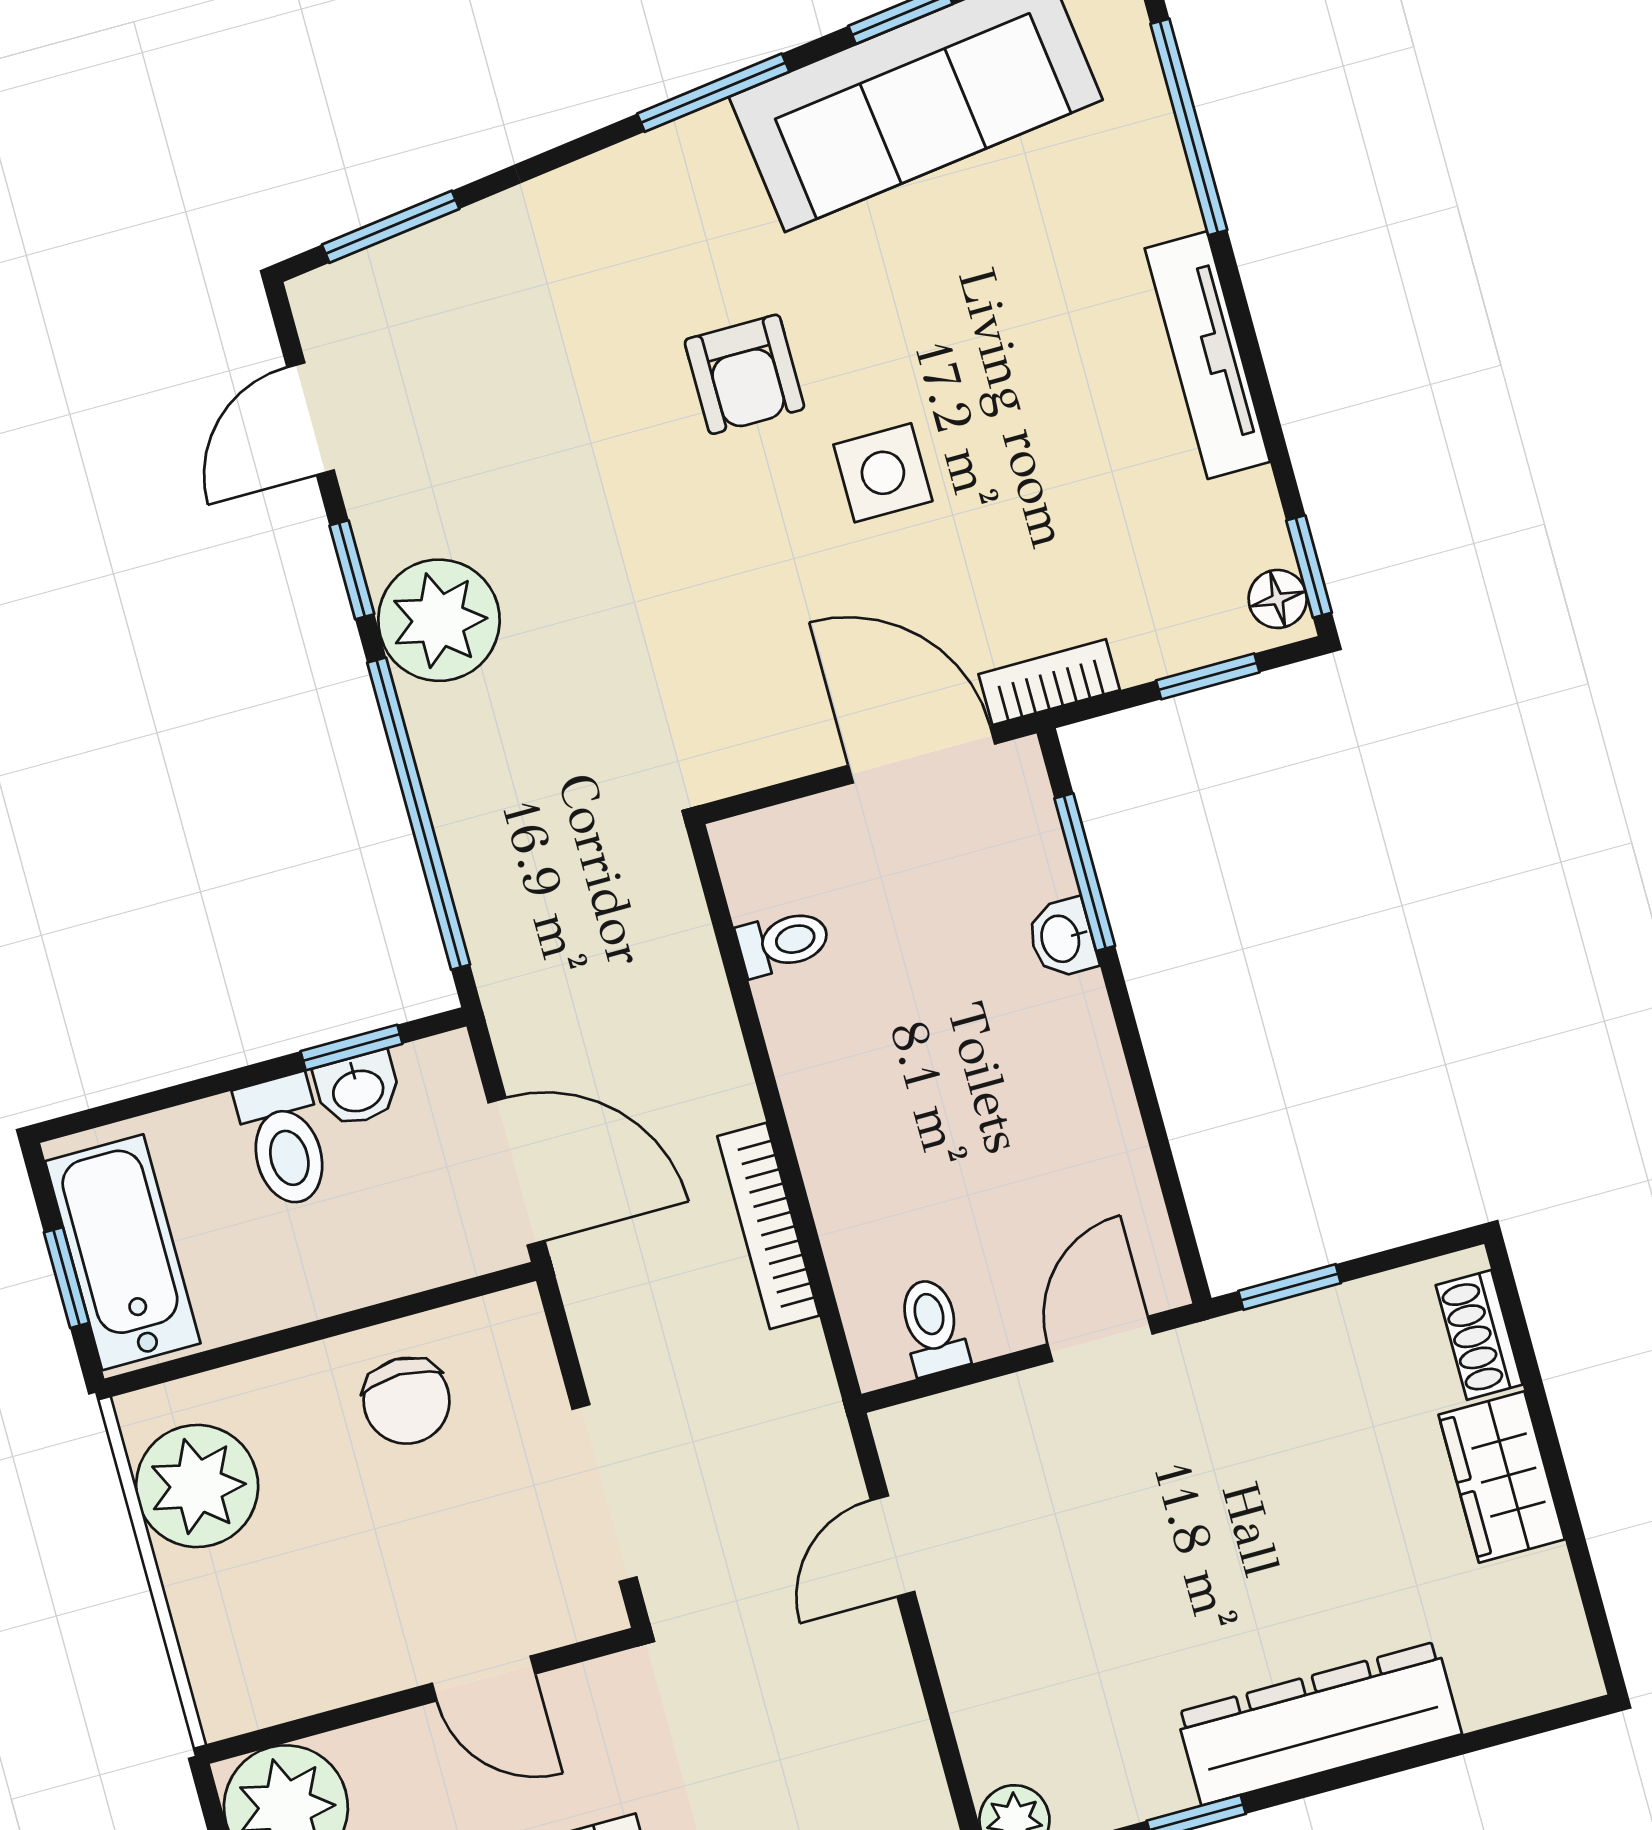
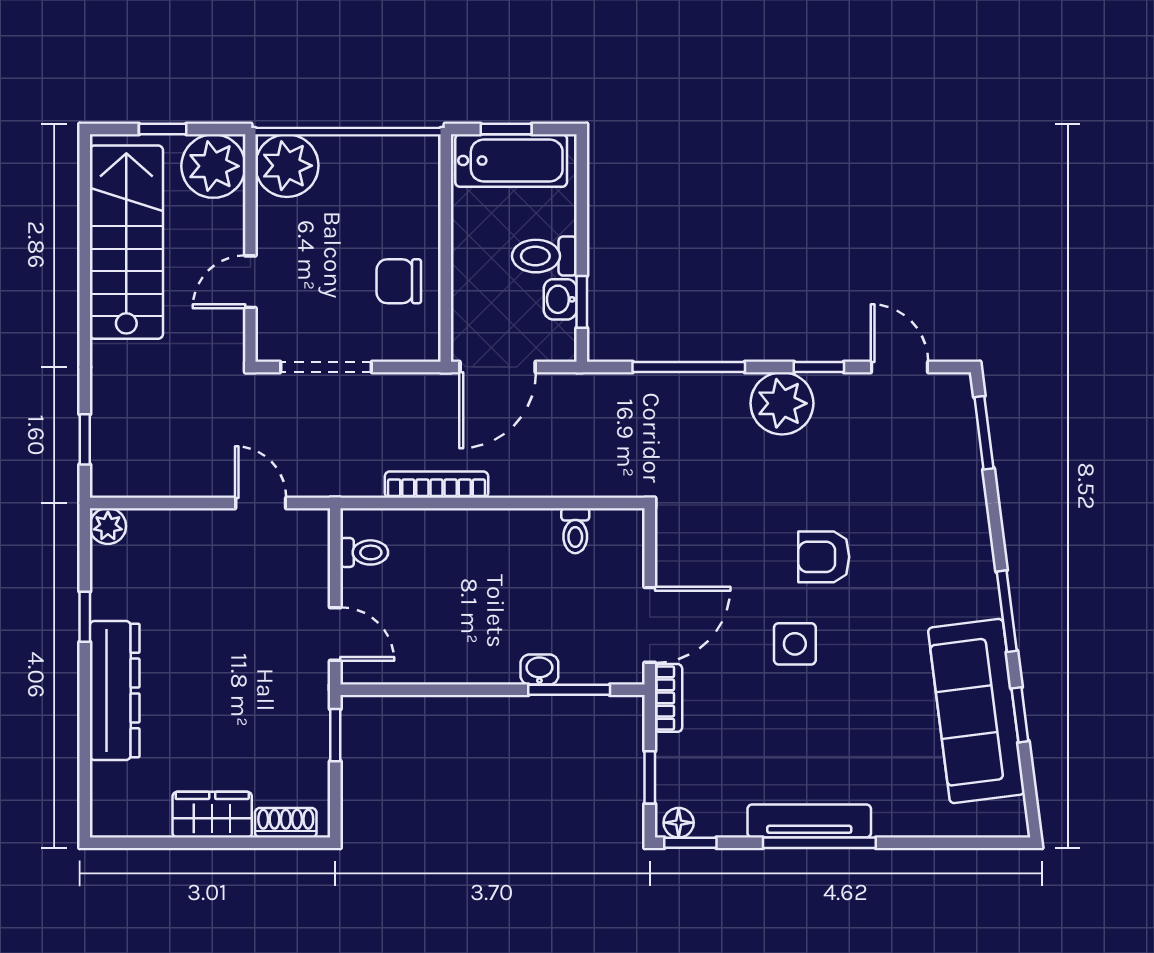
window: (1189, 127) -> (819, 843), moved
armchair: (744, 374) -> (824, 557), moved
window: (419, 814) -> (689, 367), width x0.68
plant: (197, 1486) -> (287, 166), moved

